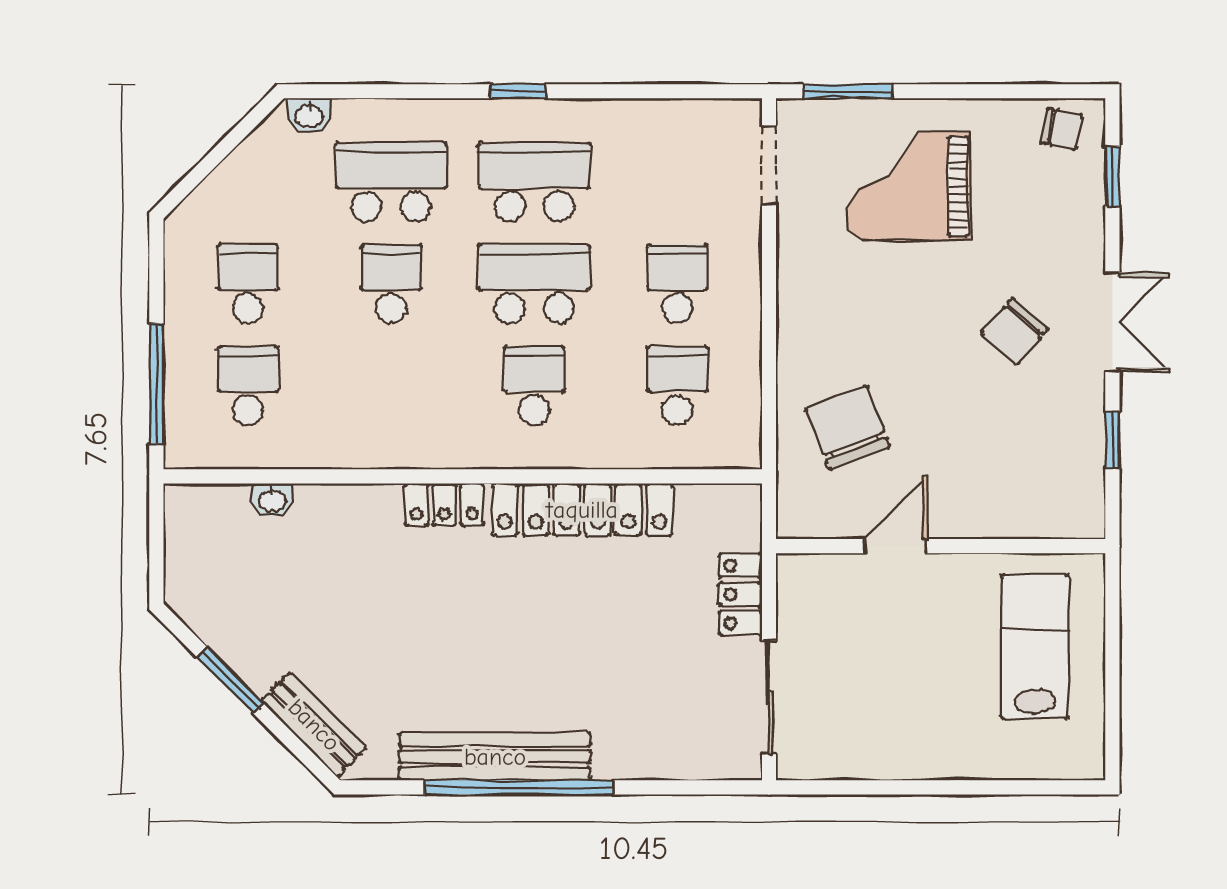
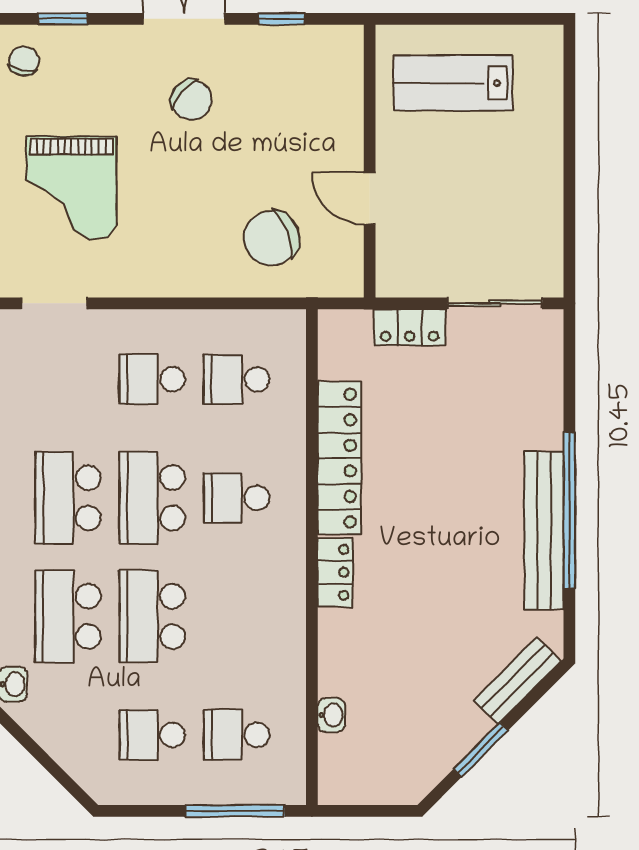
school desk: (391, 284) -> (152, 616), width x1.85

